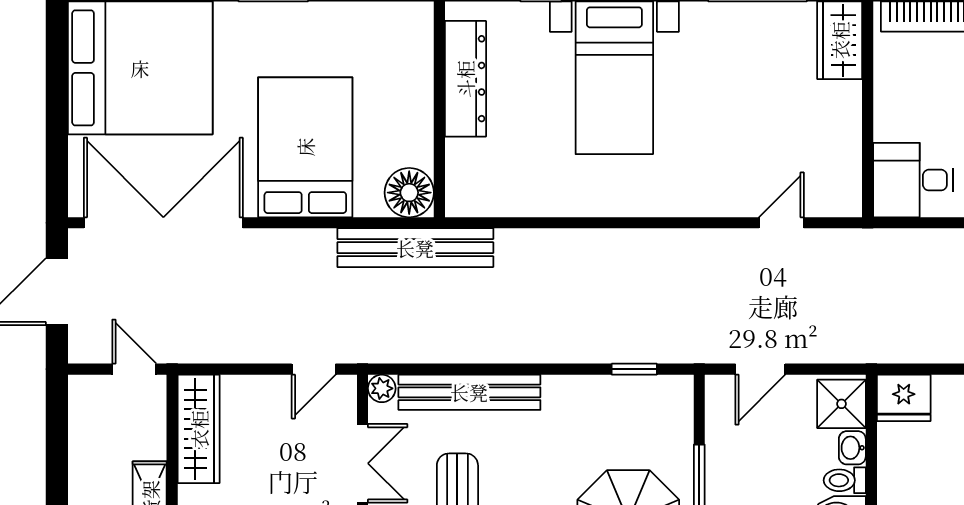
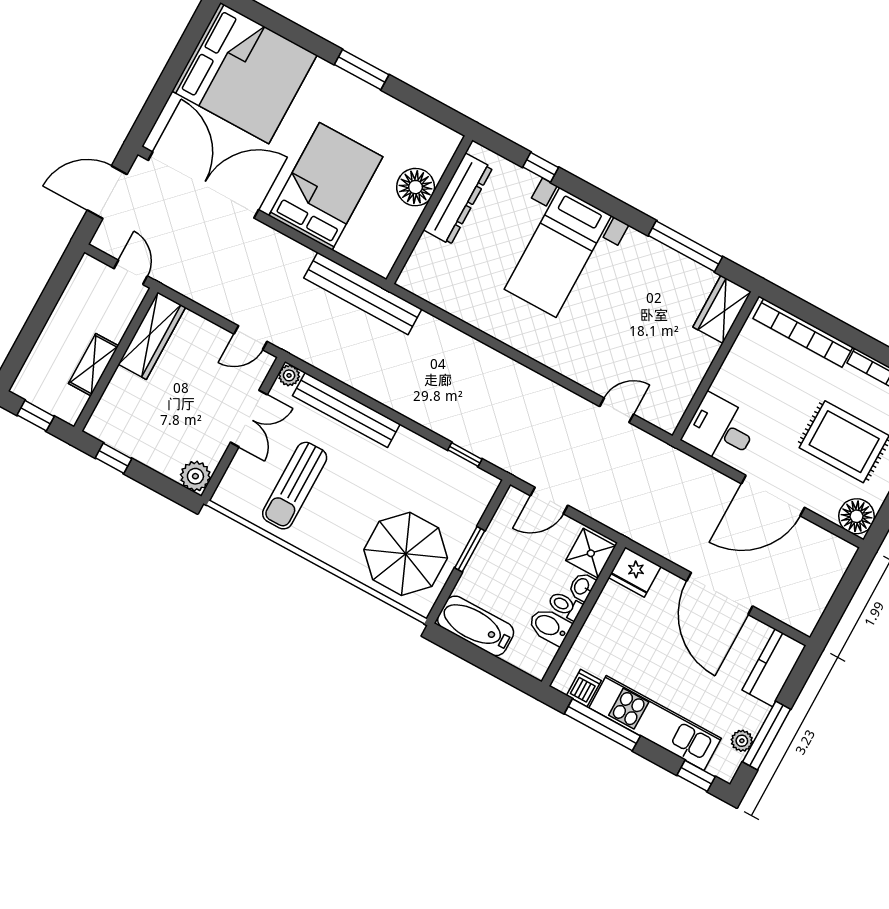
floor lamp: (409, 193) -> (416, 187), moved

